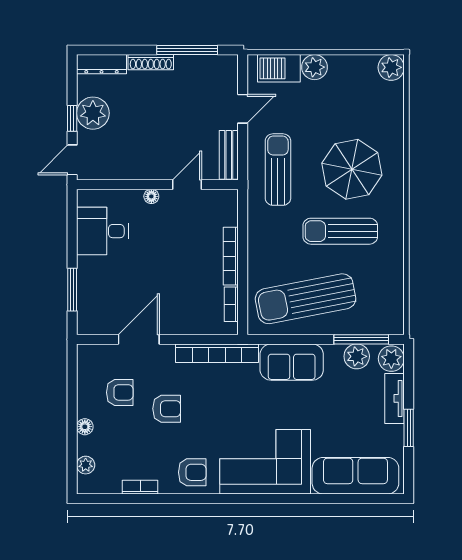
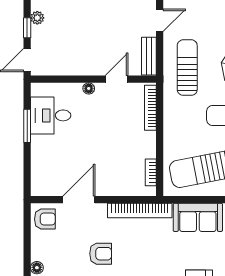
plant: (93, 113) -> (37, 18), width x0.53, depth x0.53
bookcase: (231, 256) -> (150, 108), moved
window: (72, 290) -> (27, 126), moved
armchair: (120, 392) -> (45, 219), moved

